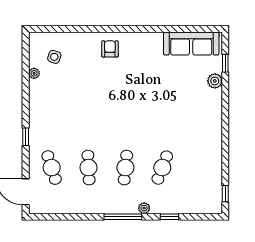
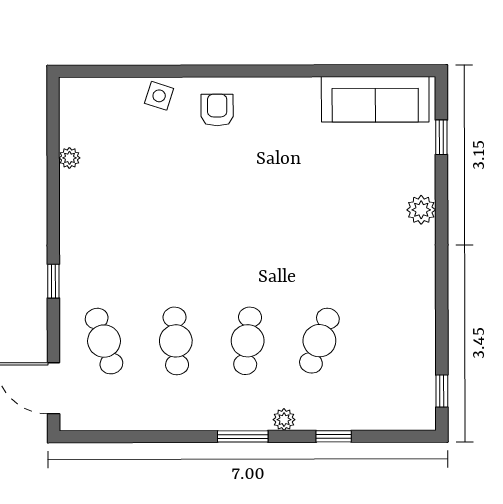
side table: (54, 57) -> (159, 96), moved
plant: (215, 81) -> (421, 210), moved
window: (123, 217) -> (243, 436), width x0.69

